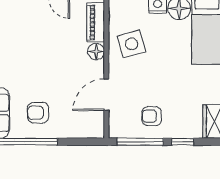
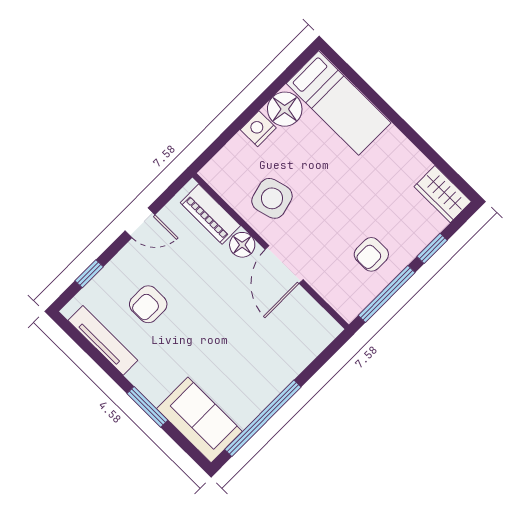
door: (106, 95) -> (284, 265), moved
armchair: (38, 113) -> (148, 304), moved

